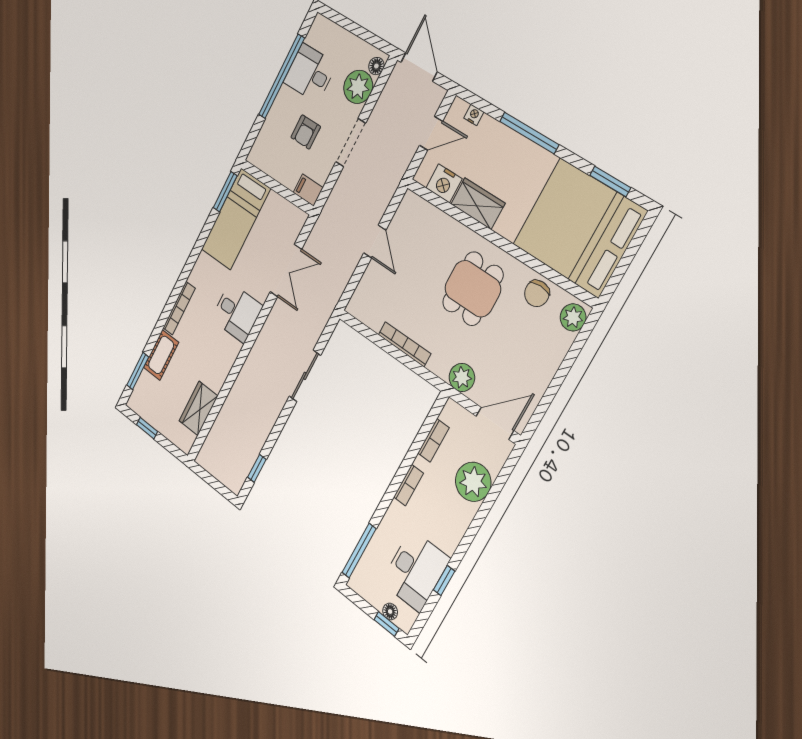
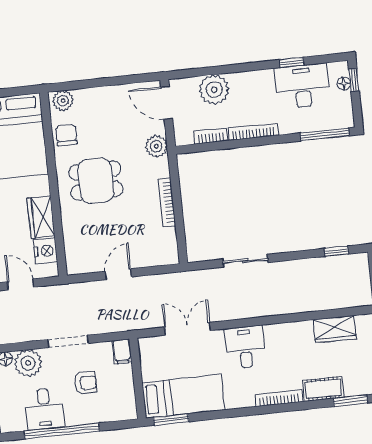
chair: (537, 293) -> (66, 135), turned -90
bookcase: (409, 485) -> (253, 132), width x1.56

